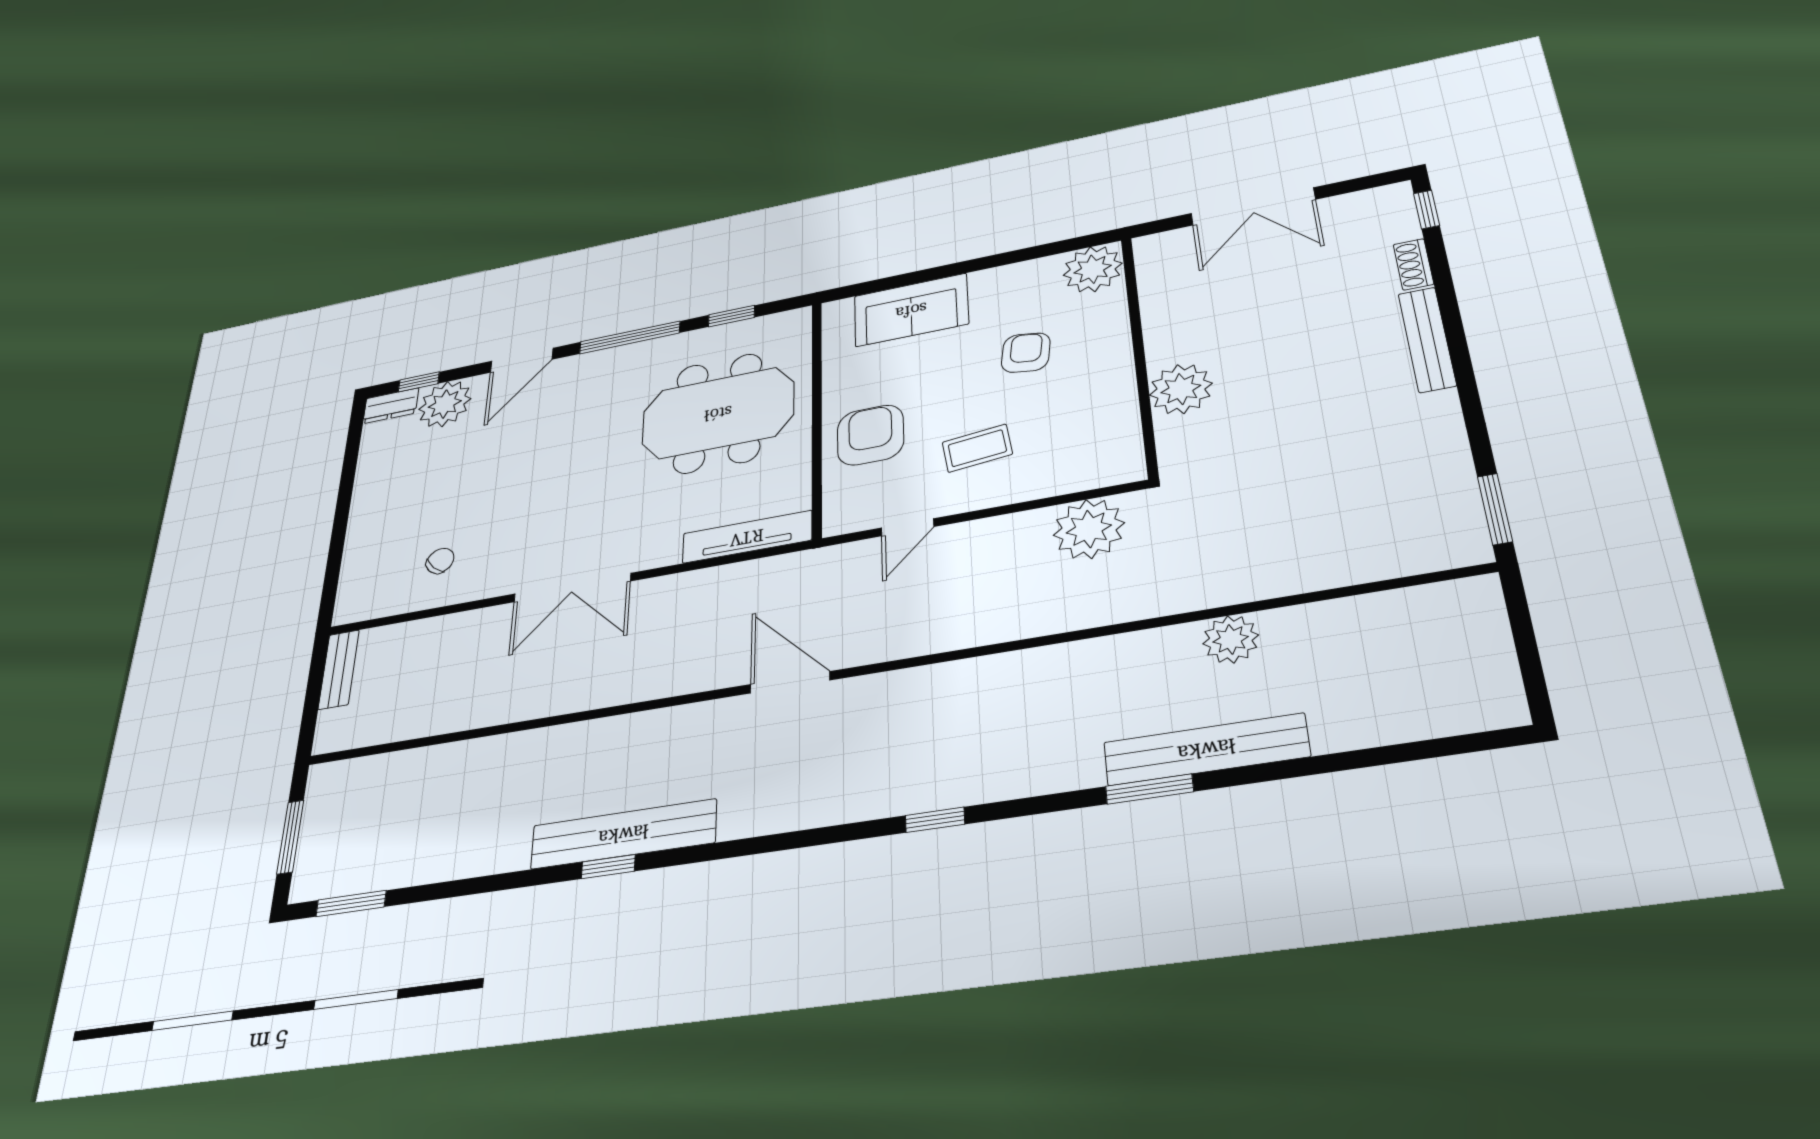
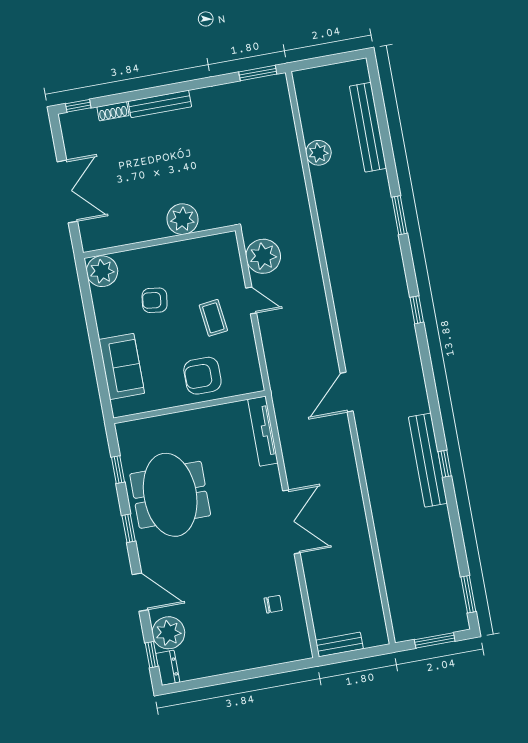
window: (630, 338) -> (129, 528), width x0.46
meeting table: (718, 413) -> (170, 495), moved
door: (908, 527) -> (251, 300), moved
chair: (440, 561) -> (273, 604), turned 136
plant: (1231, 639) -> (318, 153), moved
bench: (1206, 749) -> (368, 127), moved

